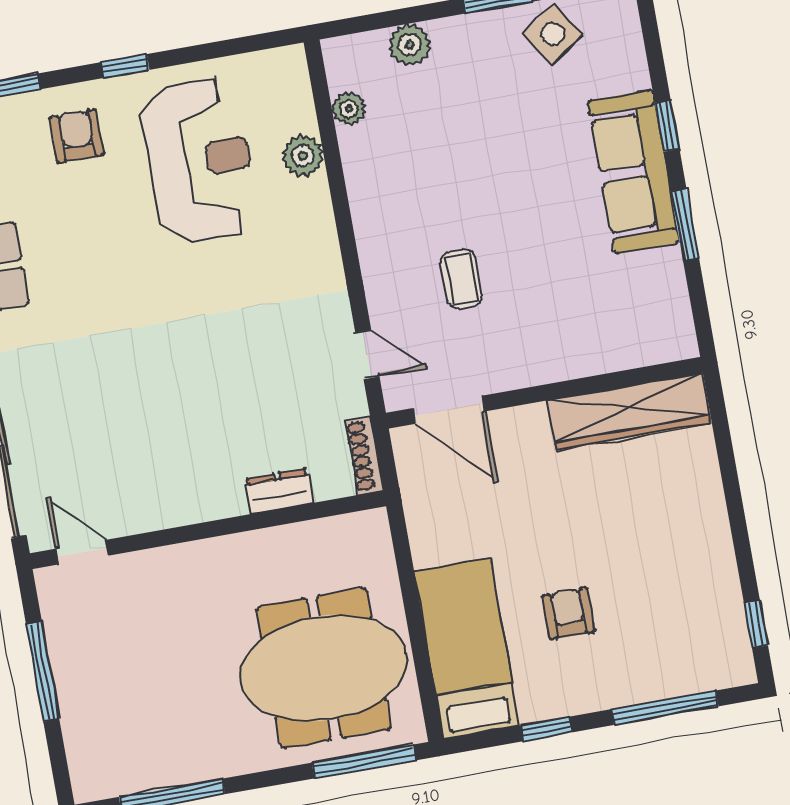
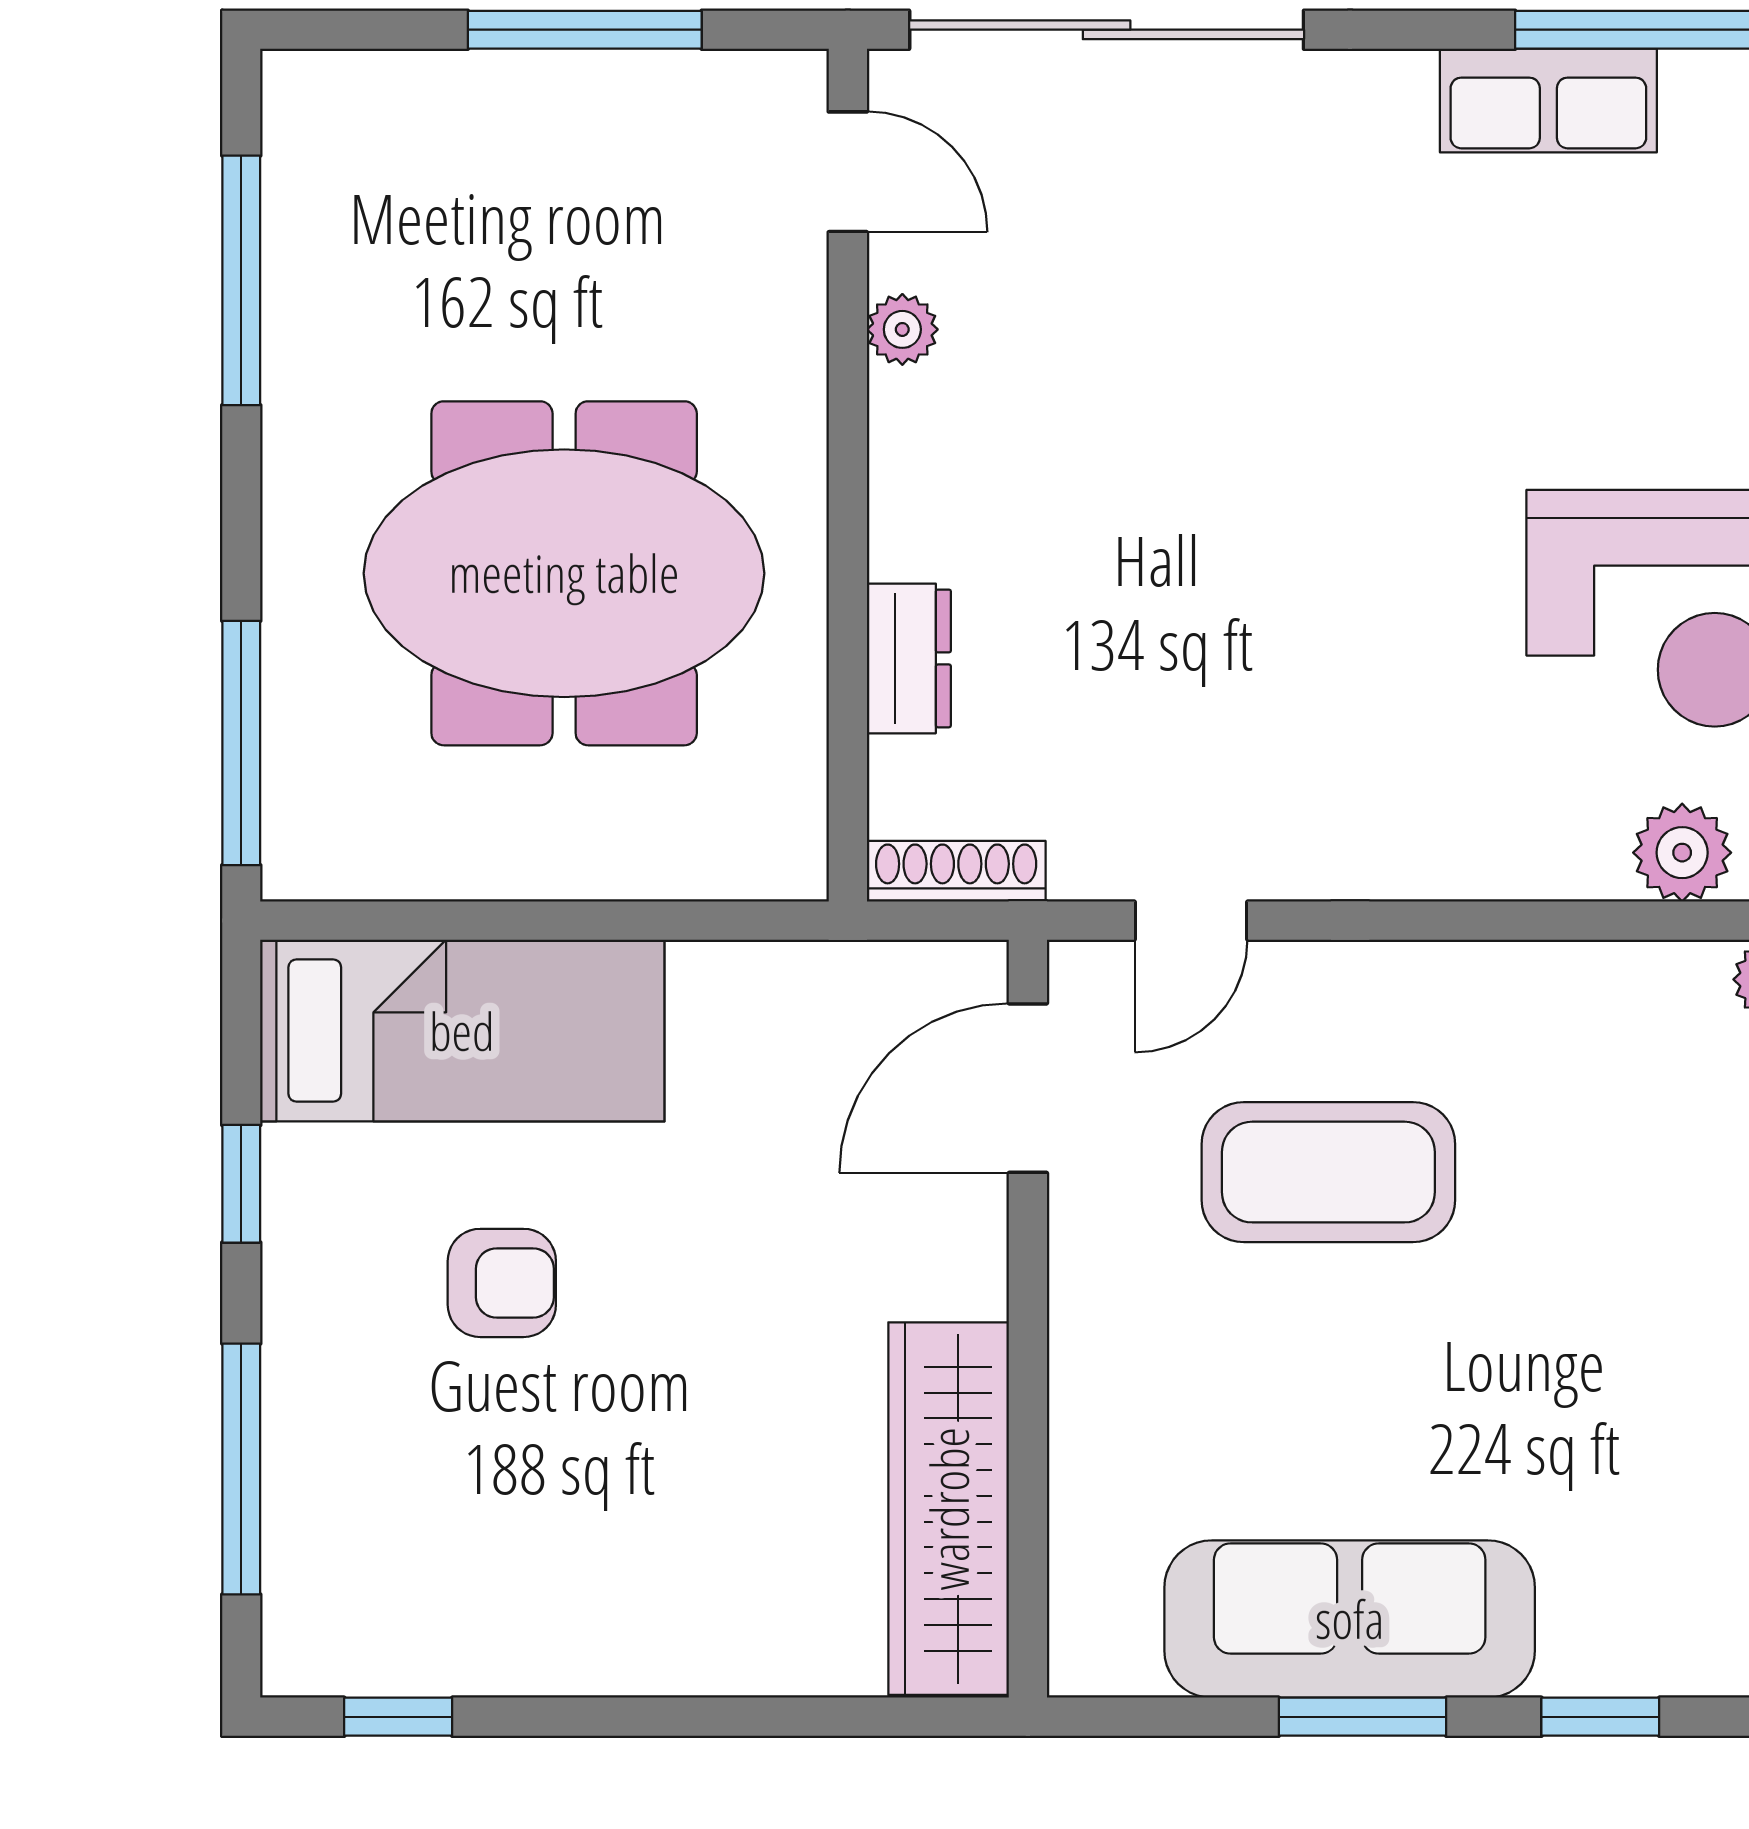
sofa: (634, 172) -> (1350, 1619), moved
coffee table: (461, 279) -> (1328, 1172), width x1.86, depth x1.72
plant: (144, 518) -> (902, 329), added
door: (82, 552) -> (848, 172), hinge flipped
meeting table: (324, 668) -> (564, 573), moved, turned 90

